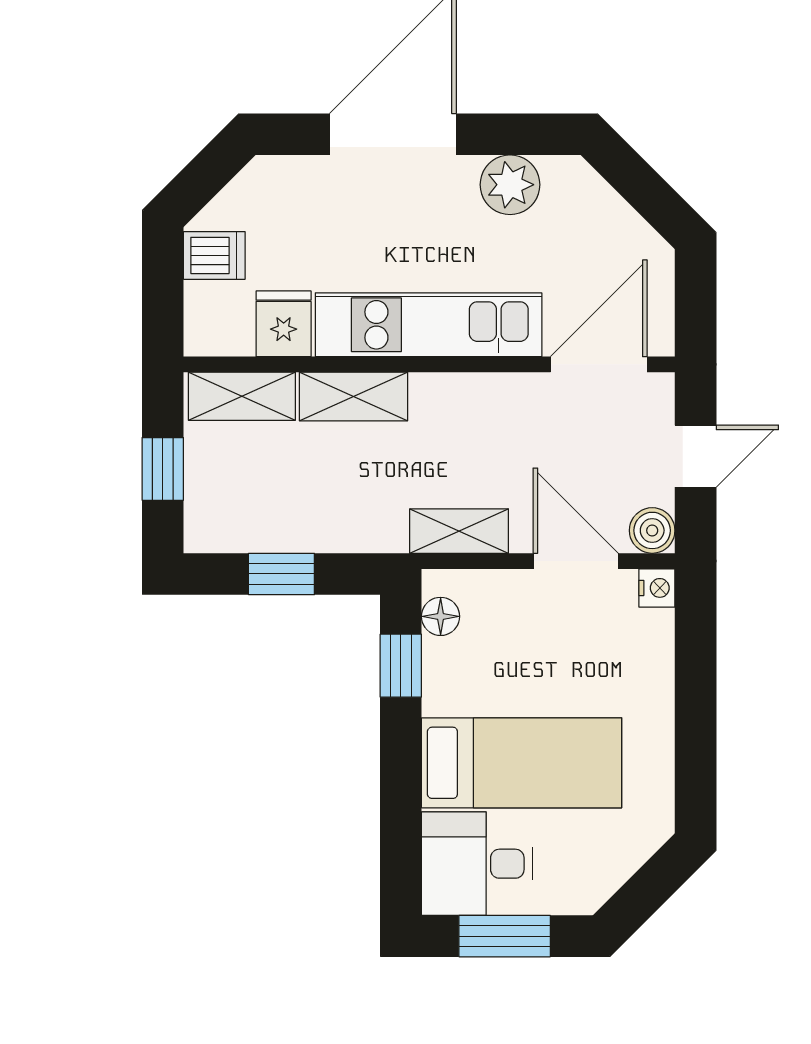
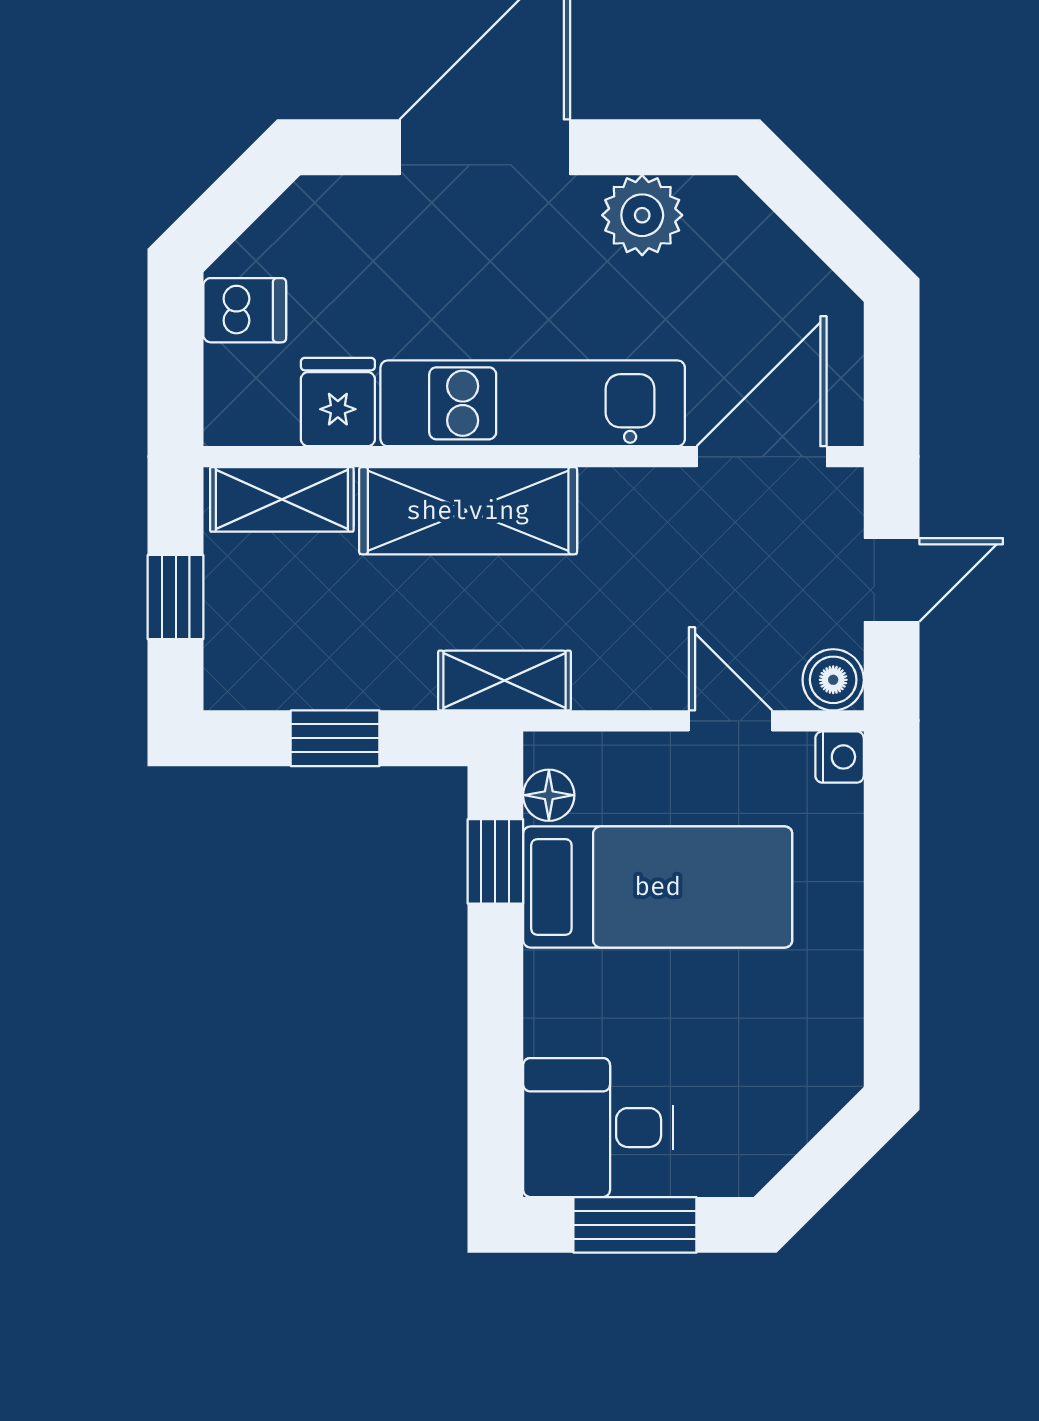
shelving: (353, 397) -> (468, 511), width x1.50, depth x1.33
shelving: (459, 531) -> (504, 681), moved
door: (576, 561) -> (730, 721), width x0.73
bed: (522, 763) -> (658, 887), moved

